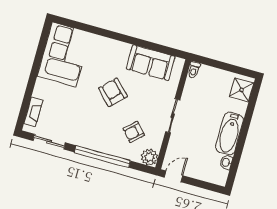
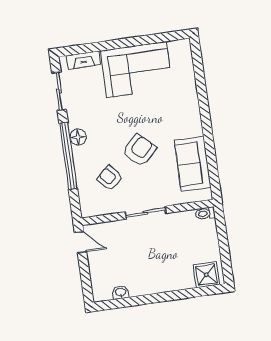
corner sofa: (64, 55) -> (136, 70), moved
armchair: (113, 92) -> (139, 150), moved
bathtub: (229, 134) -> (153, 282), removed
floor lamp: (91, 142) -> (78, 137), added
plant: (149, 157) -> (90, 207), removed

